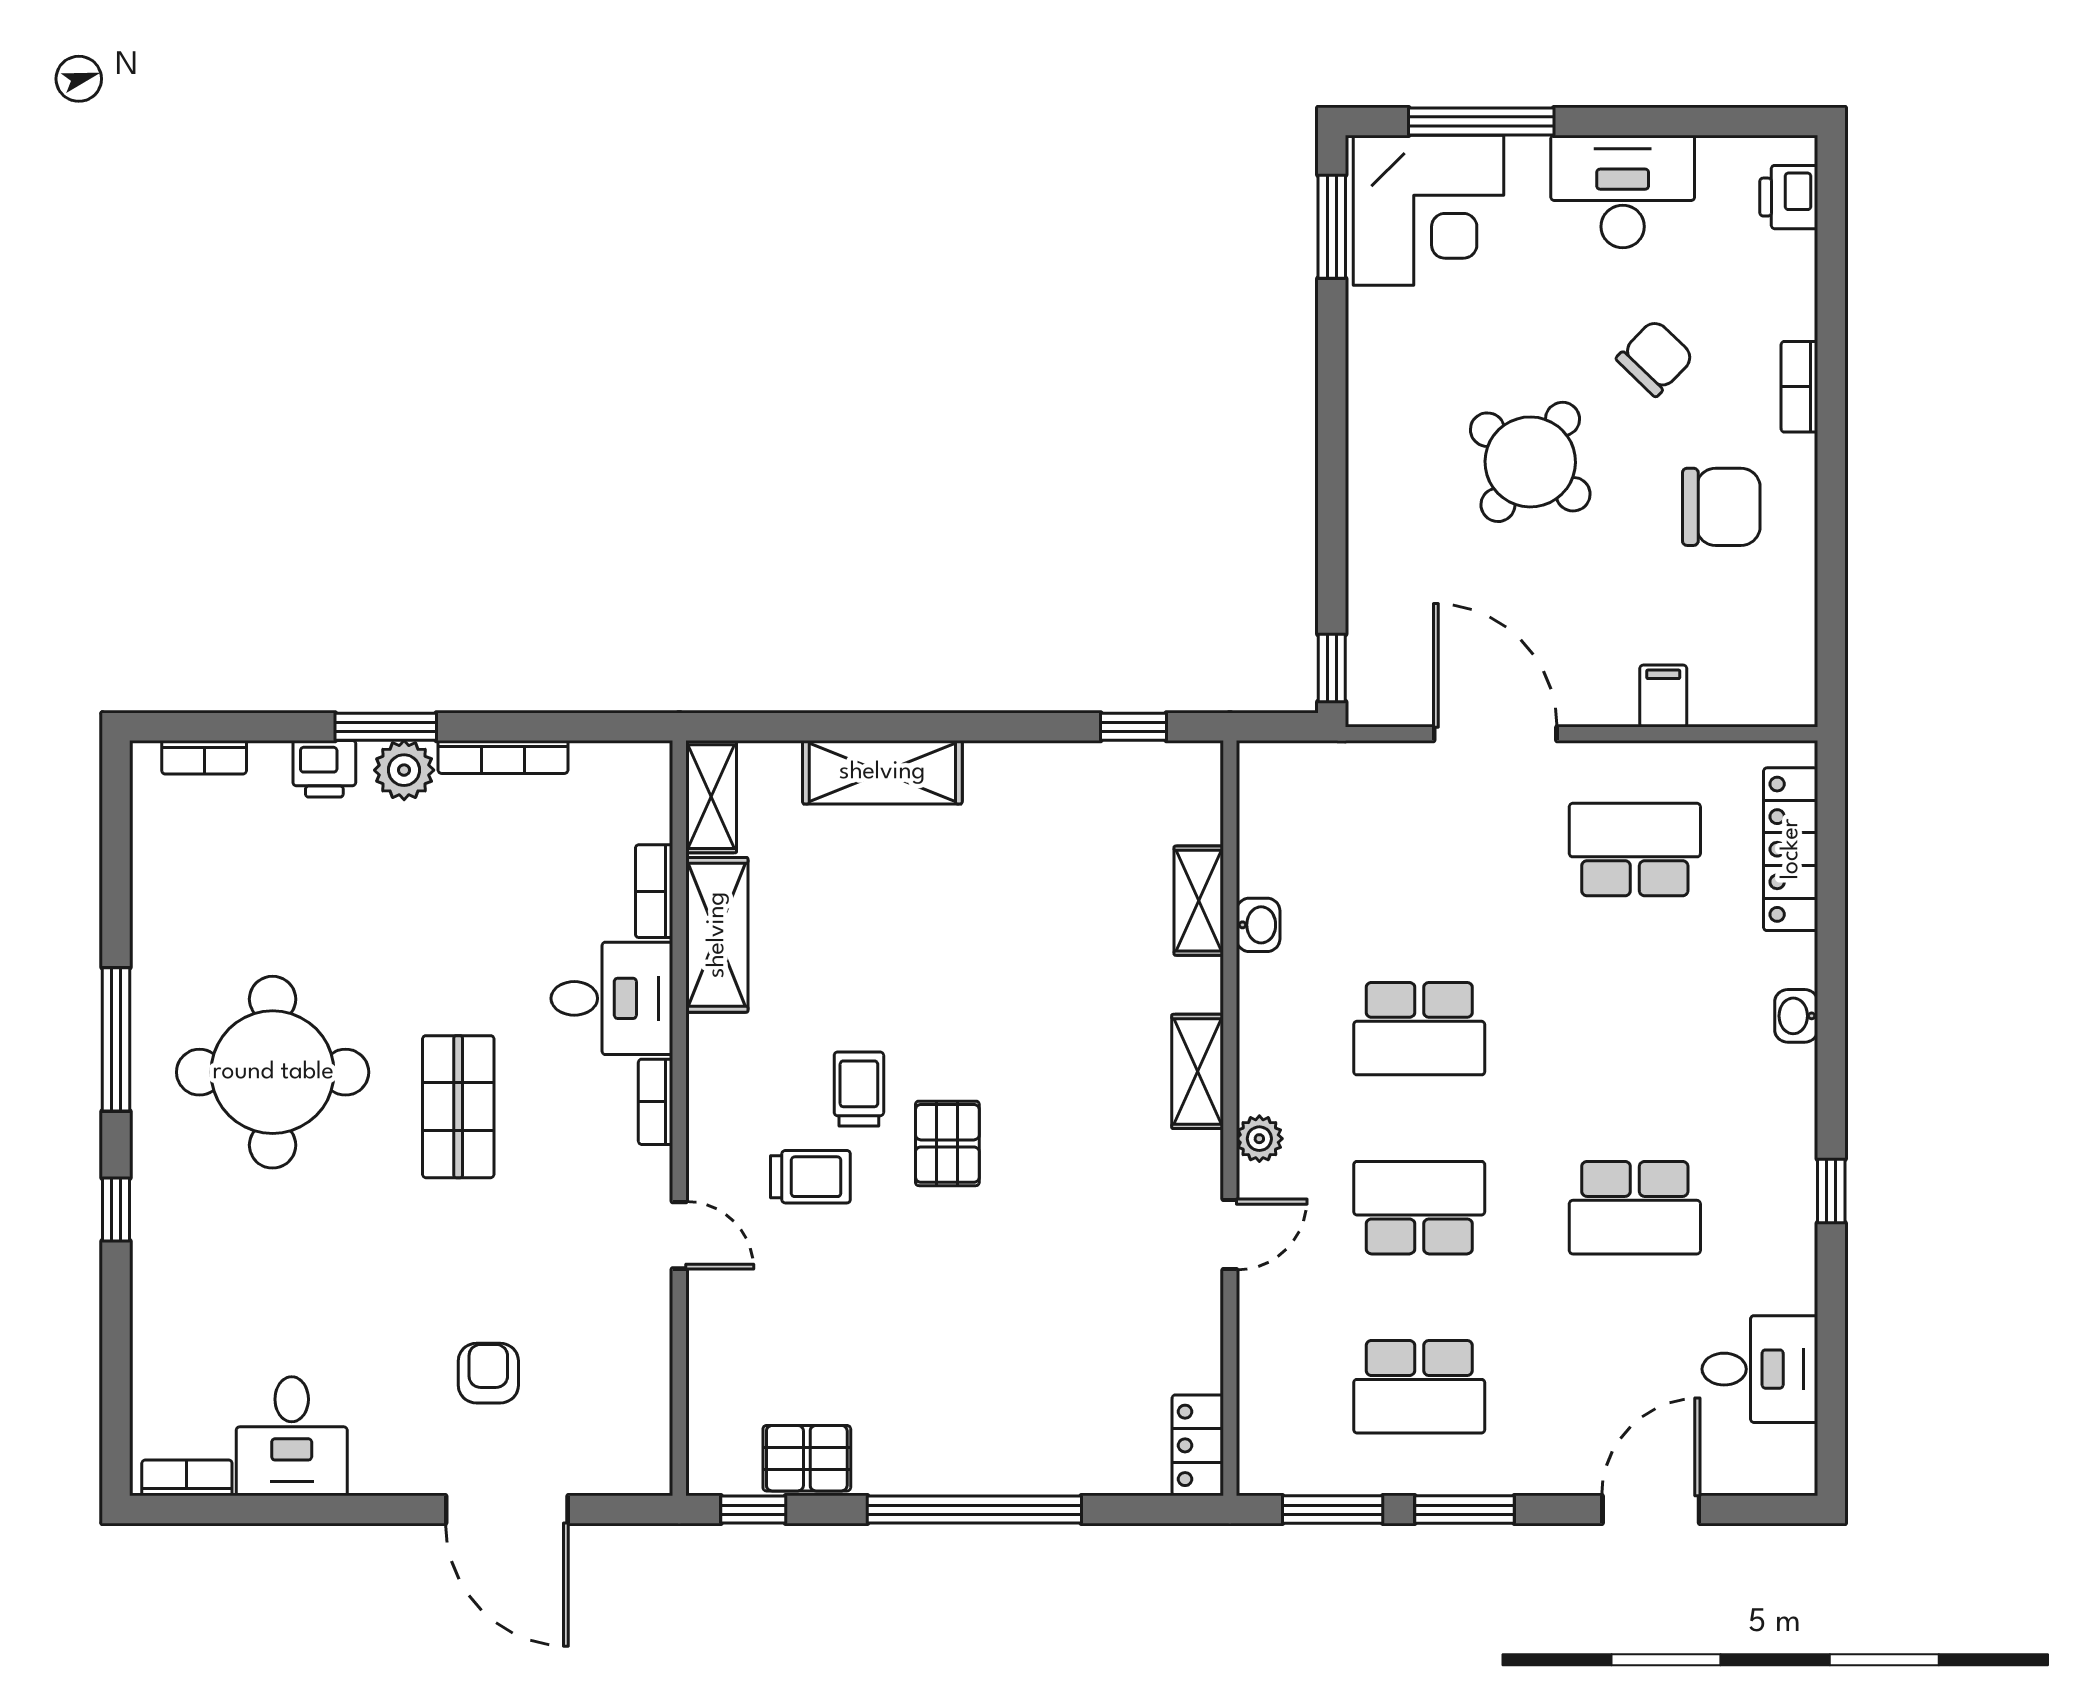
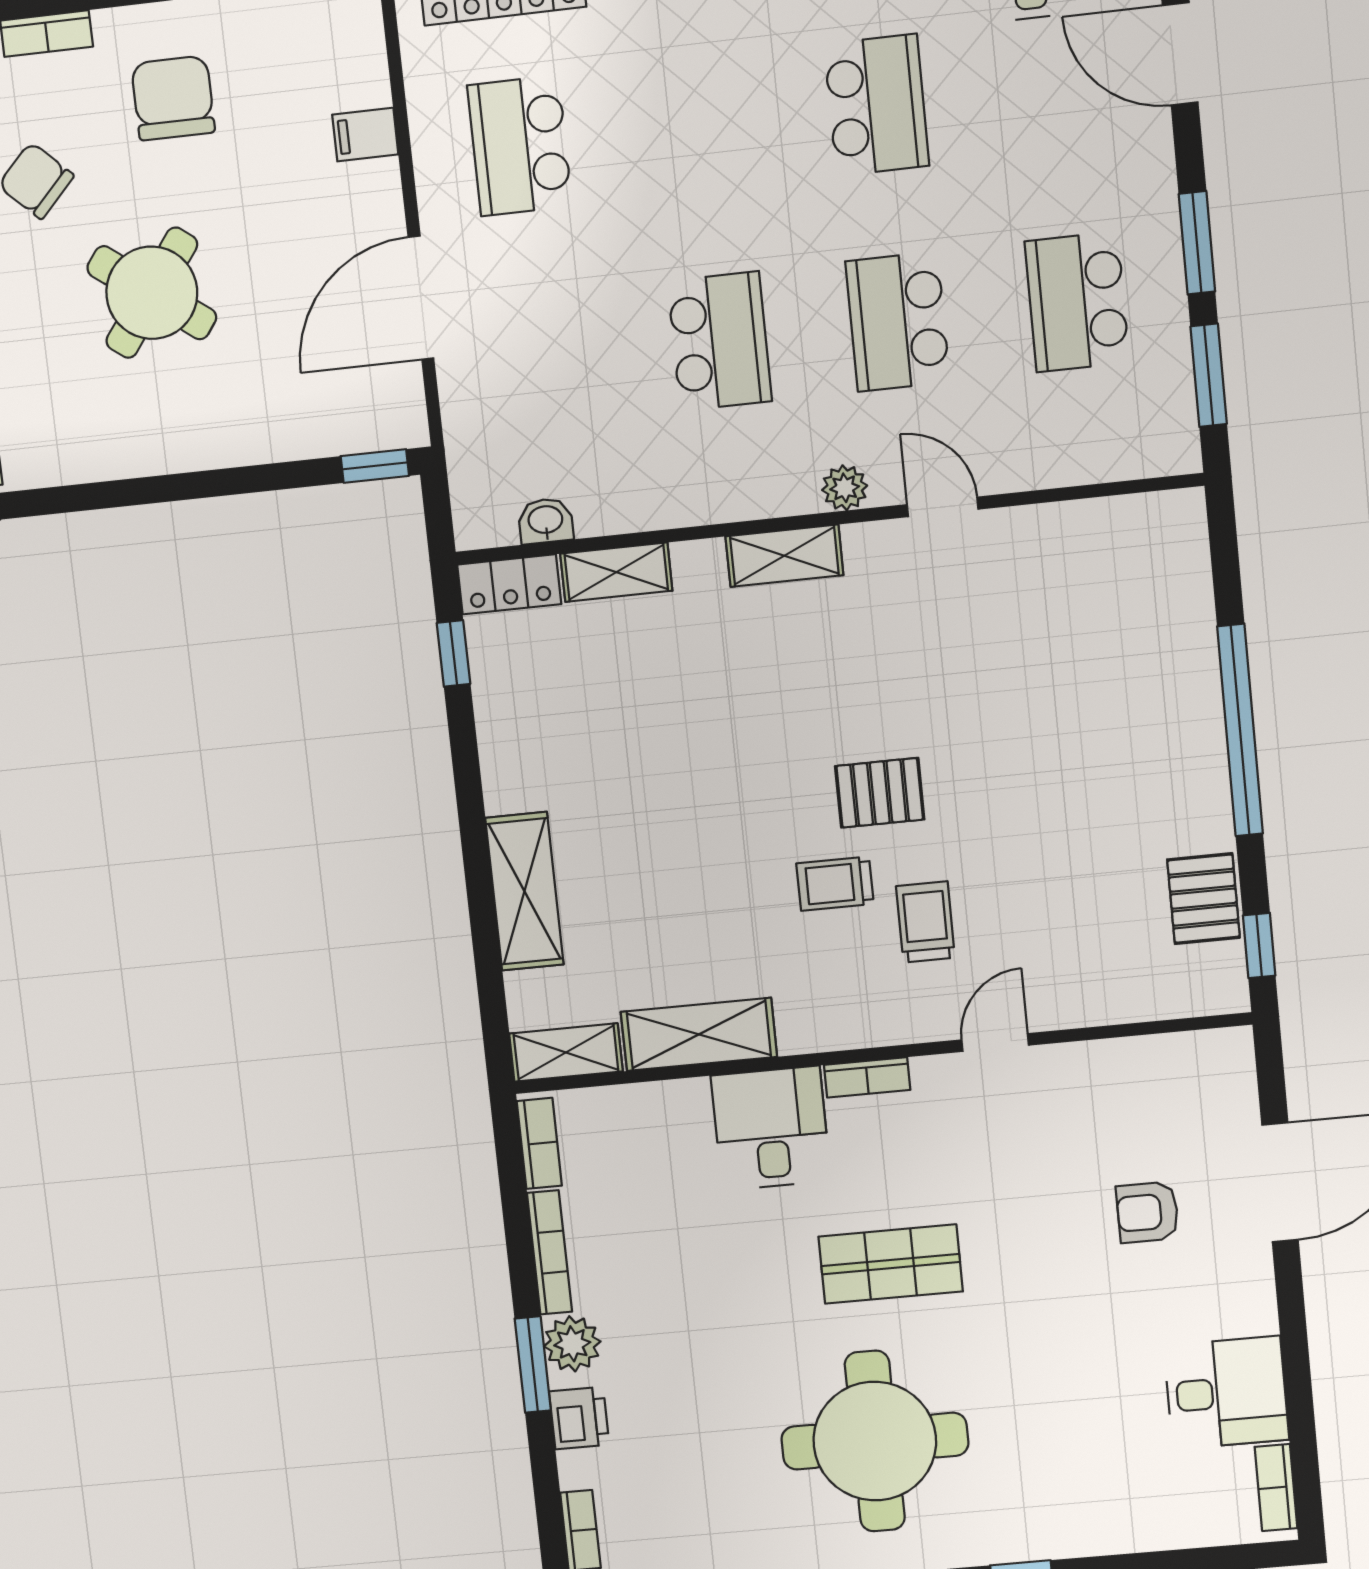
bookcase: (654, 891) -> (539, 1143), moved, turned -90
washbasin: (1258, 925) -> (546, 521), moved
school desk: (1419, 1387) -> (1077, 302), turned 180
locker: (1198, 1445) -> (509, 584), moved

